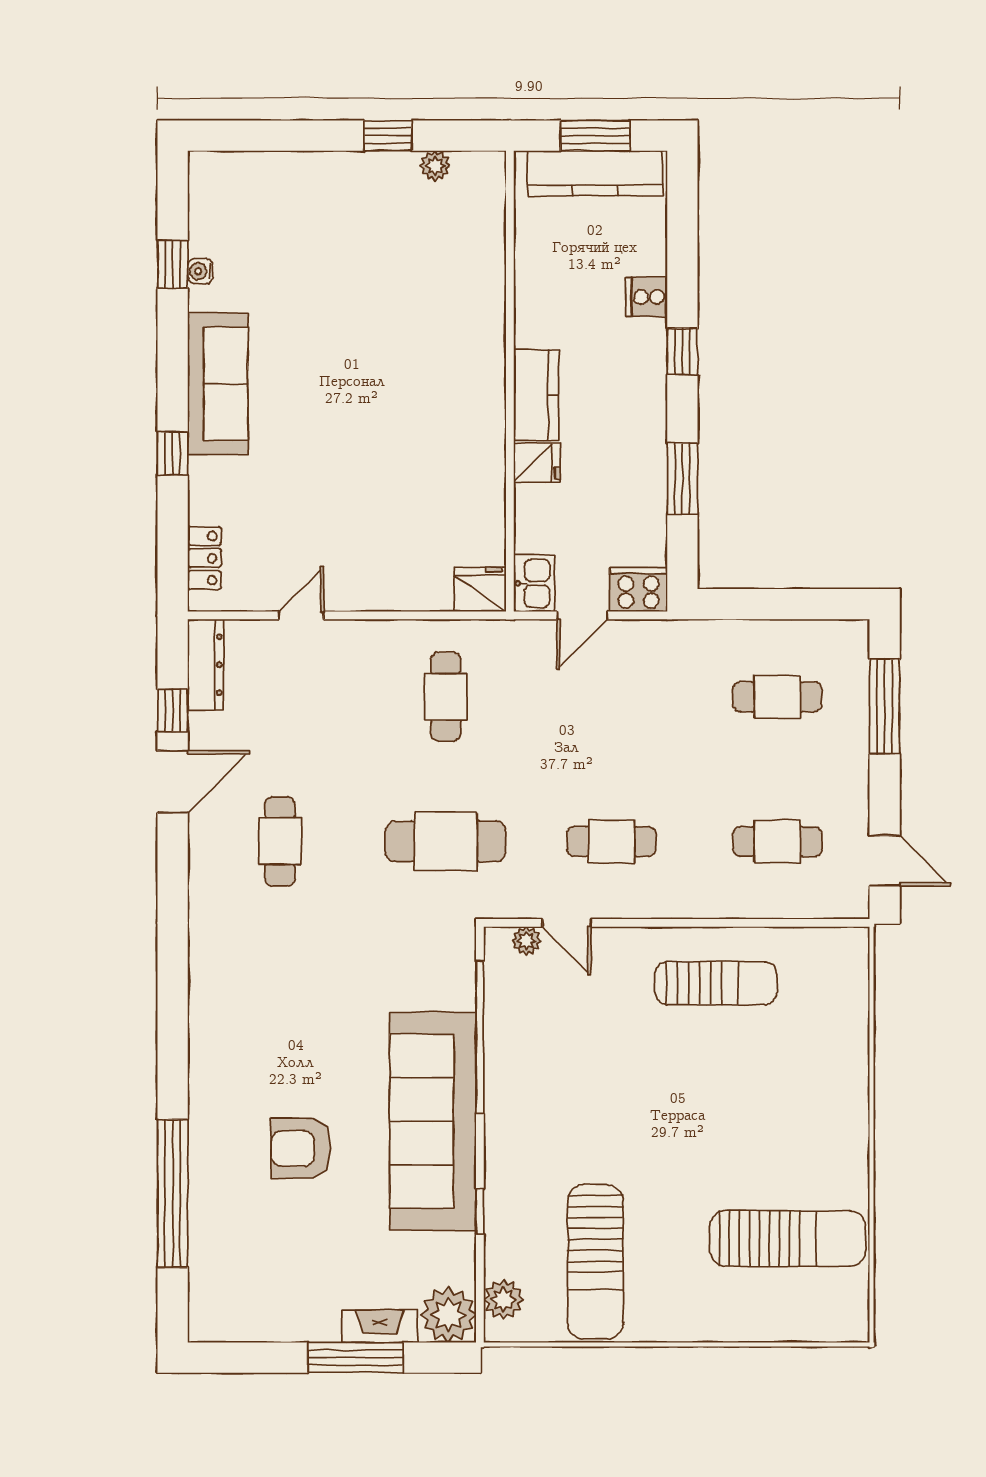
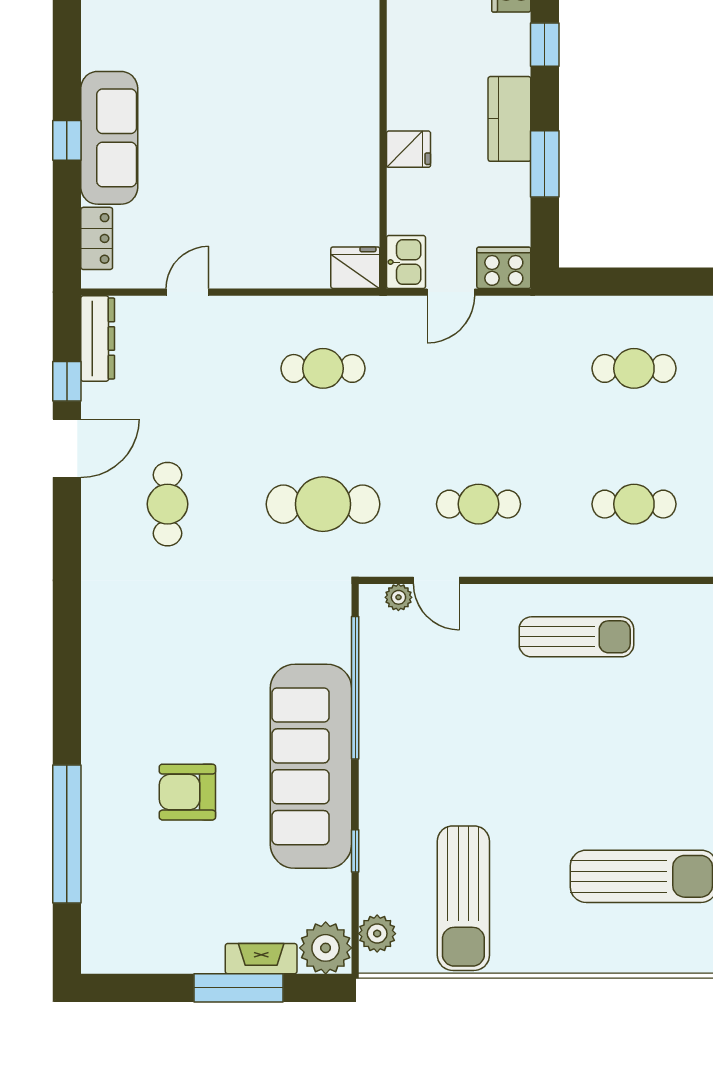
sofa: (218, 384) -> (109, 138), moved
kitchen counter: (536, 395) -> (509, 119), moved, turned 180
cafe table: (446, 697) -> (323, 368), turned 90

